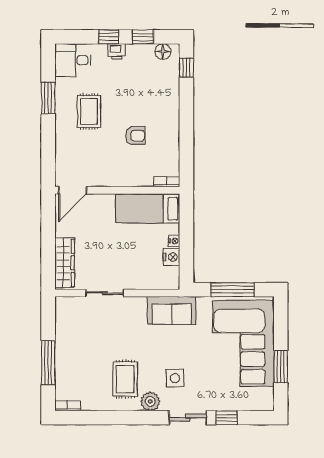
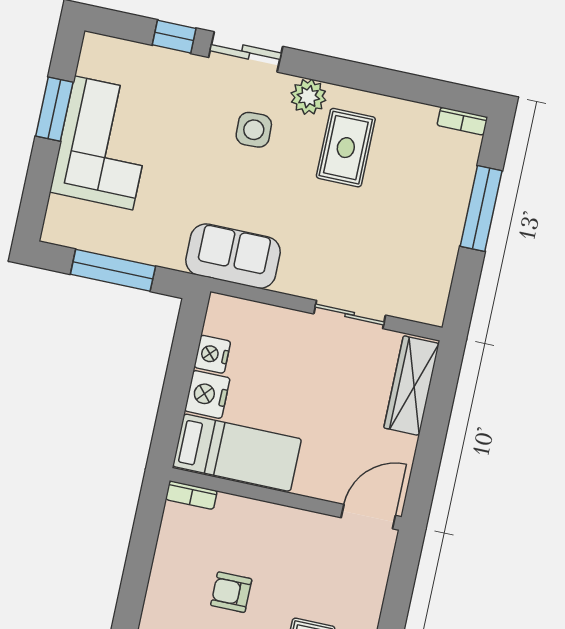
nightstand: (174, 241) -> (207, 394), width x1.89, depth x1.79
corner sofa: (243, 343) -> (104, 143), width x0.73, depth x0.74

